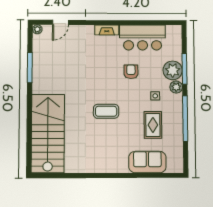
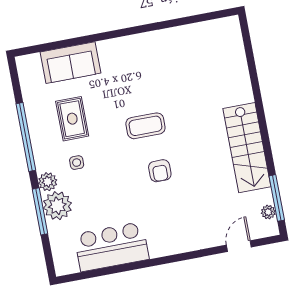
plant: (37, 29) -> (268, 212), moved
fireplace: (107, 30) -> (167, 248), removed
window: (30, 68) -> (277, 198), moved
armchair: (131, 72) -> (160, 171), moved
stairs: (48, 133) -> (247, 148), moved, width x0.73, depth x0.66

